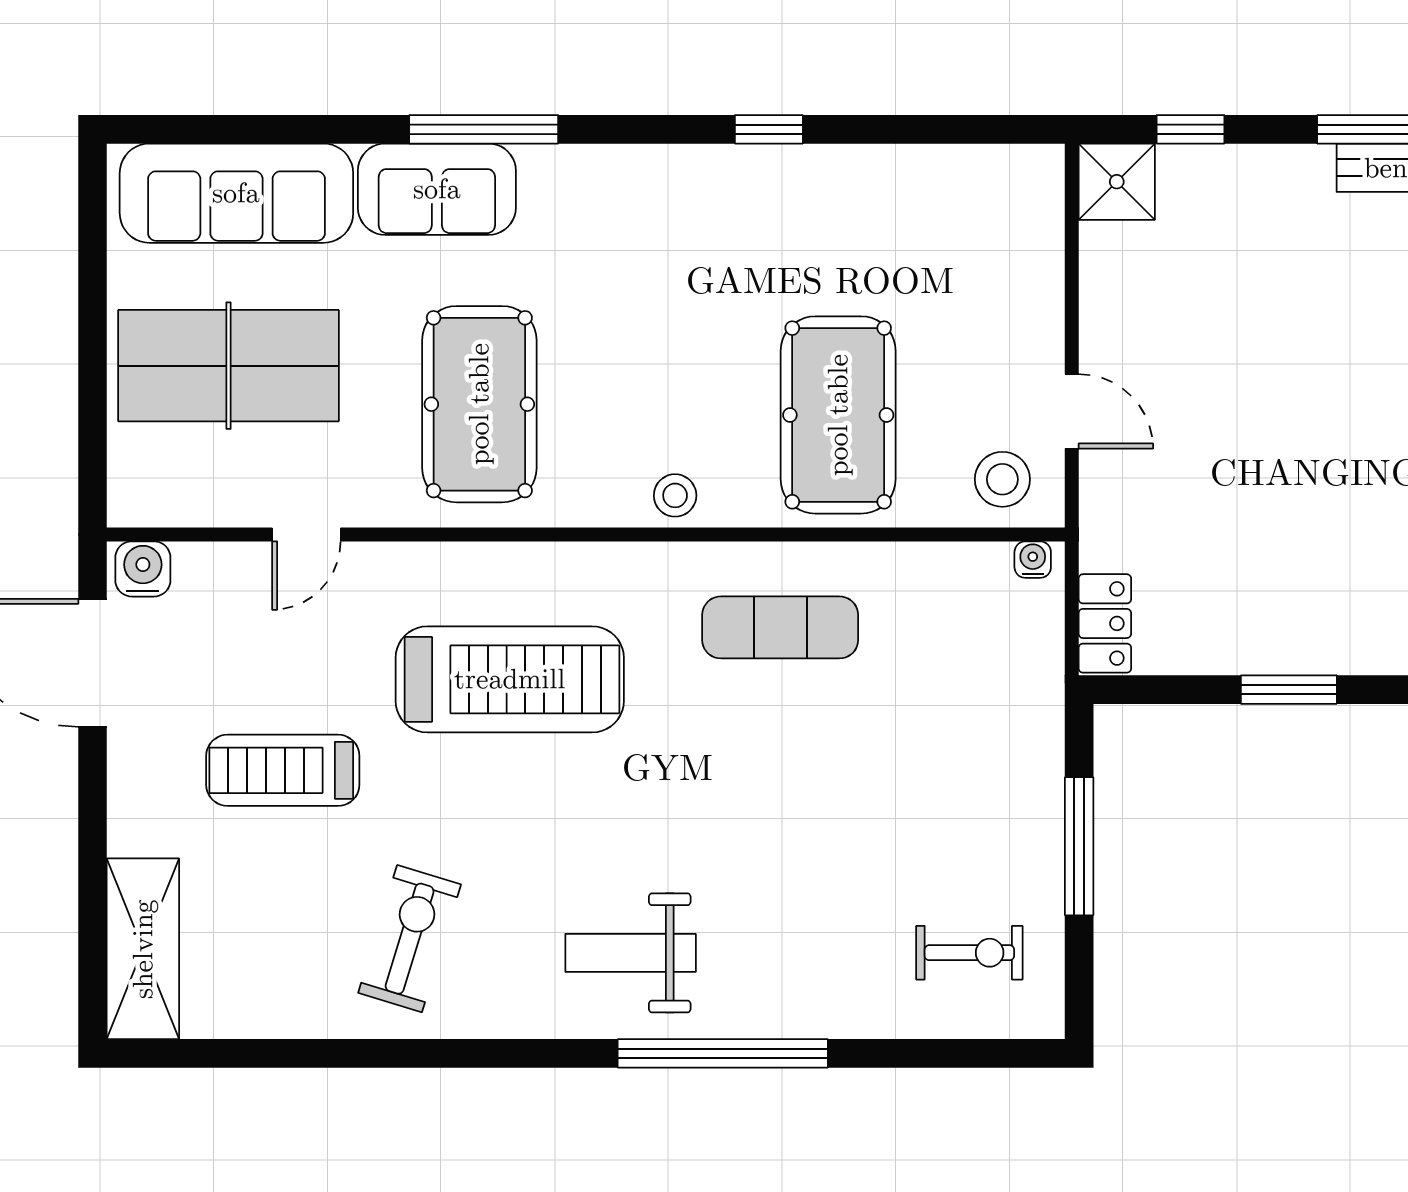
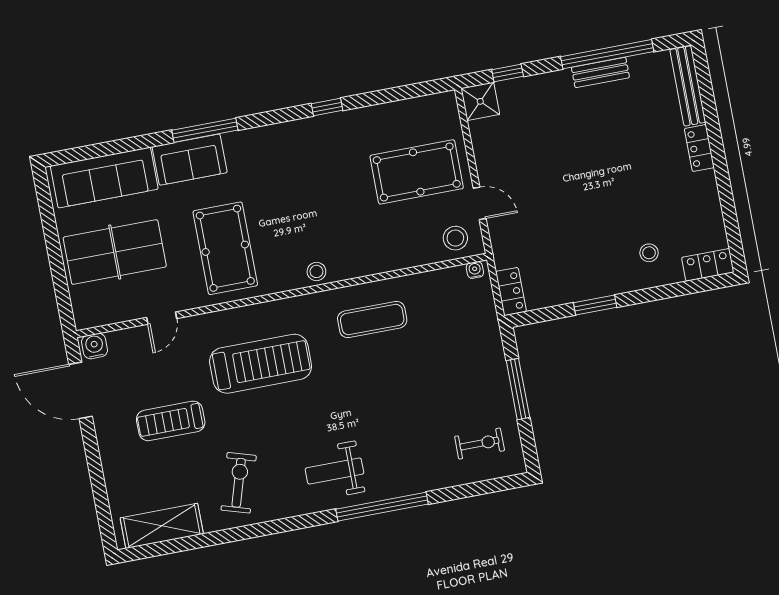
pool table: (838, 415) -> (417, 172), moved, turned 90
shelving: (143, 949) -> (162, 526), moved, turned 90

